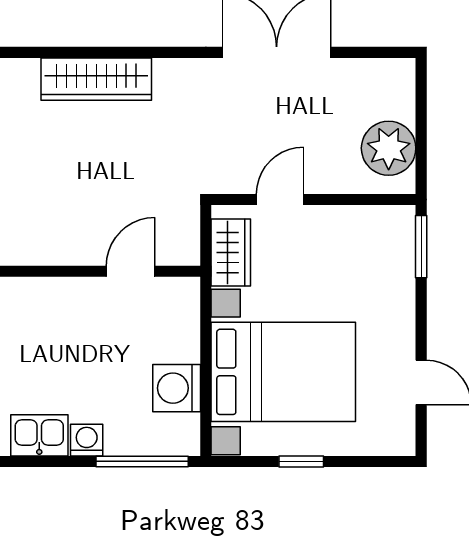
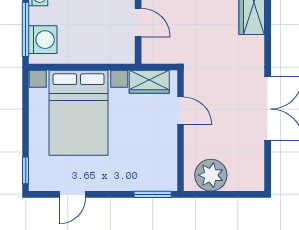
washing machine: (177, 388) -> (43, 40), moved, turned 90
window: (301, 461) -> (26, 170), moved

